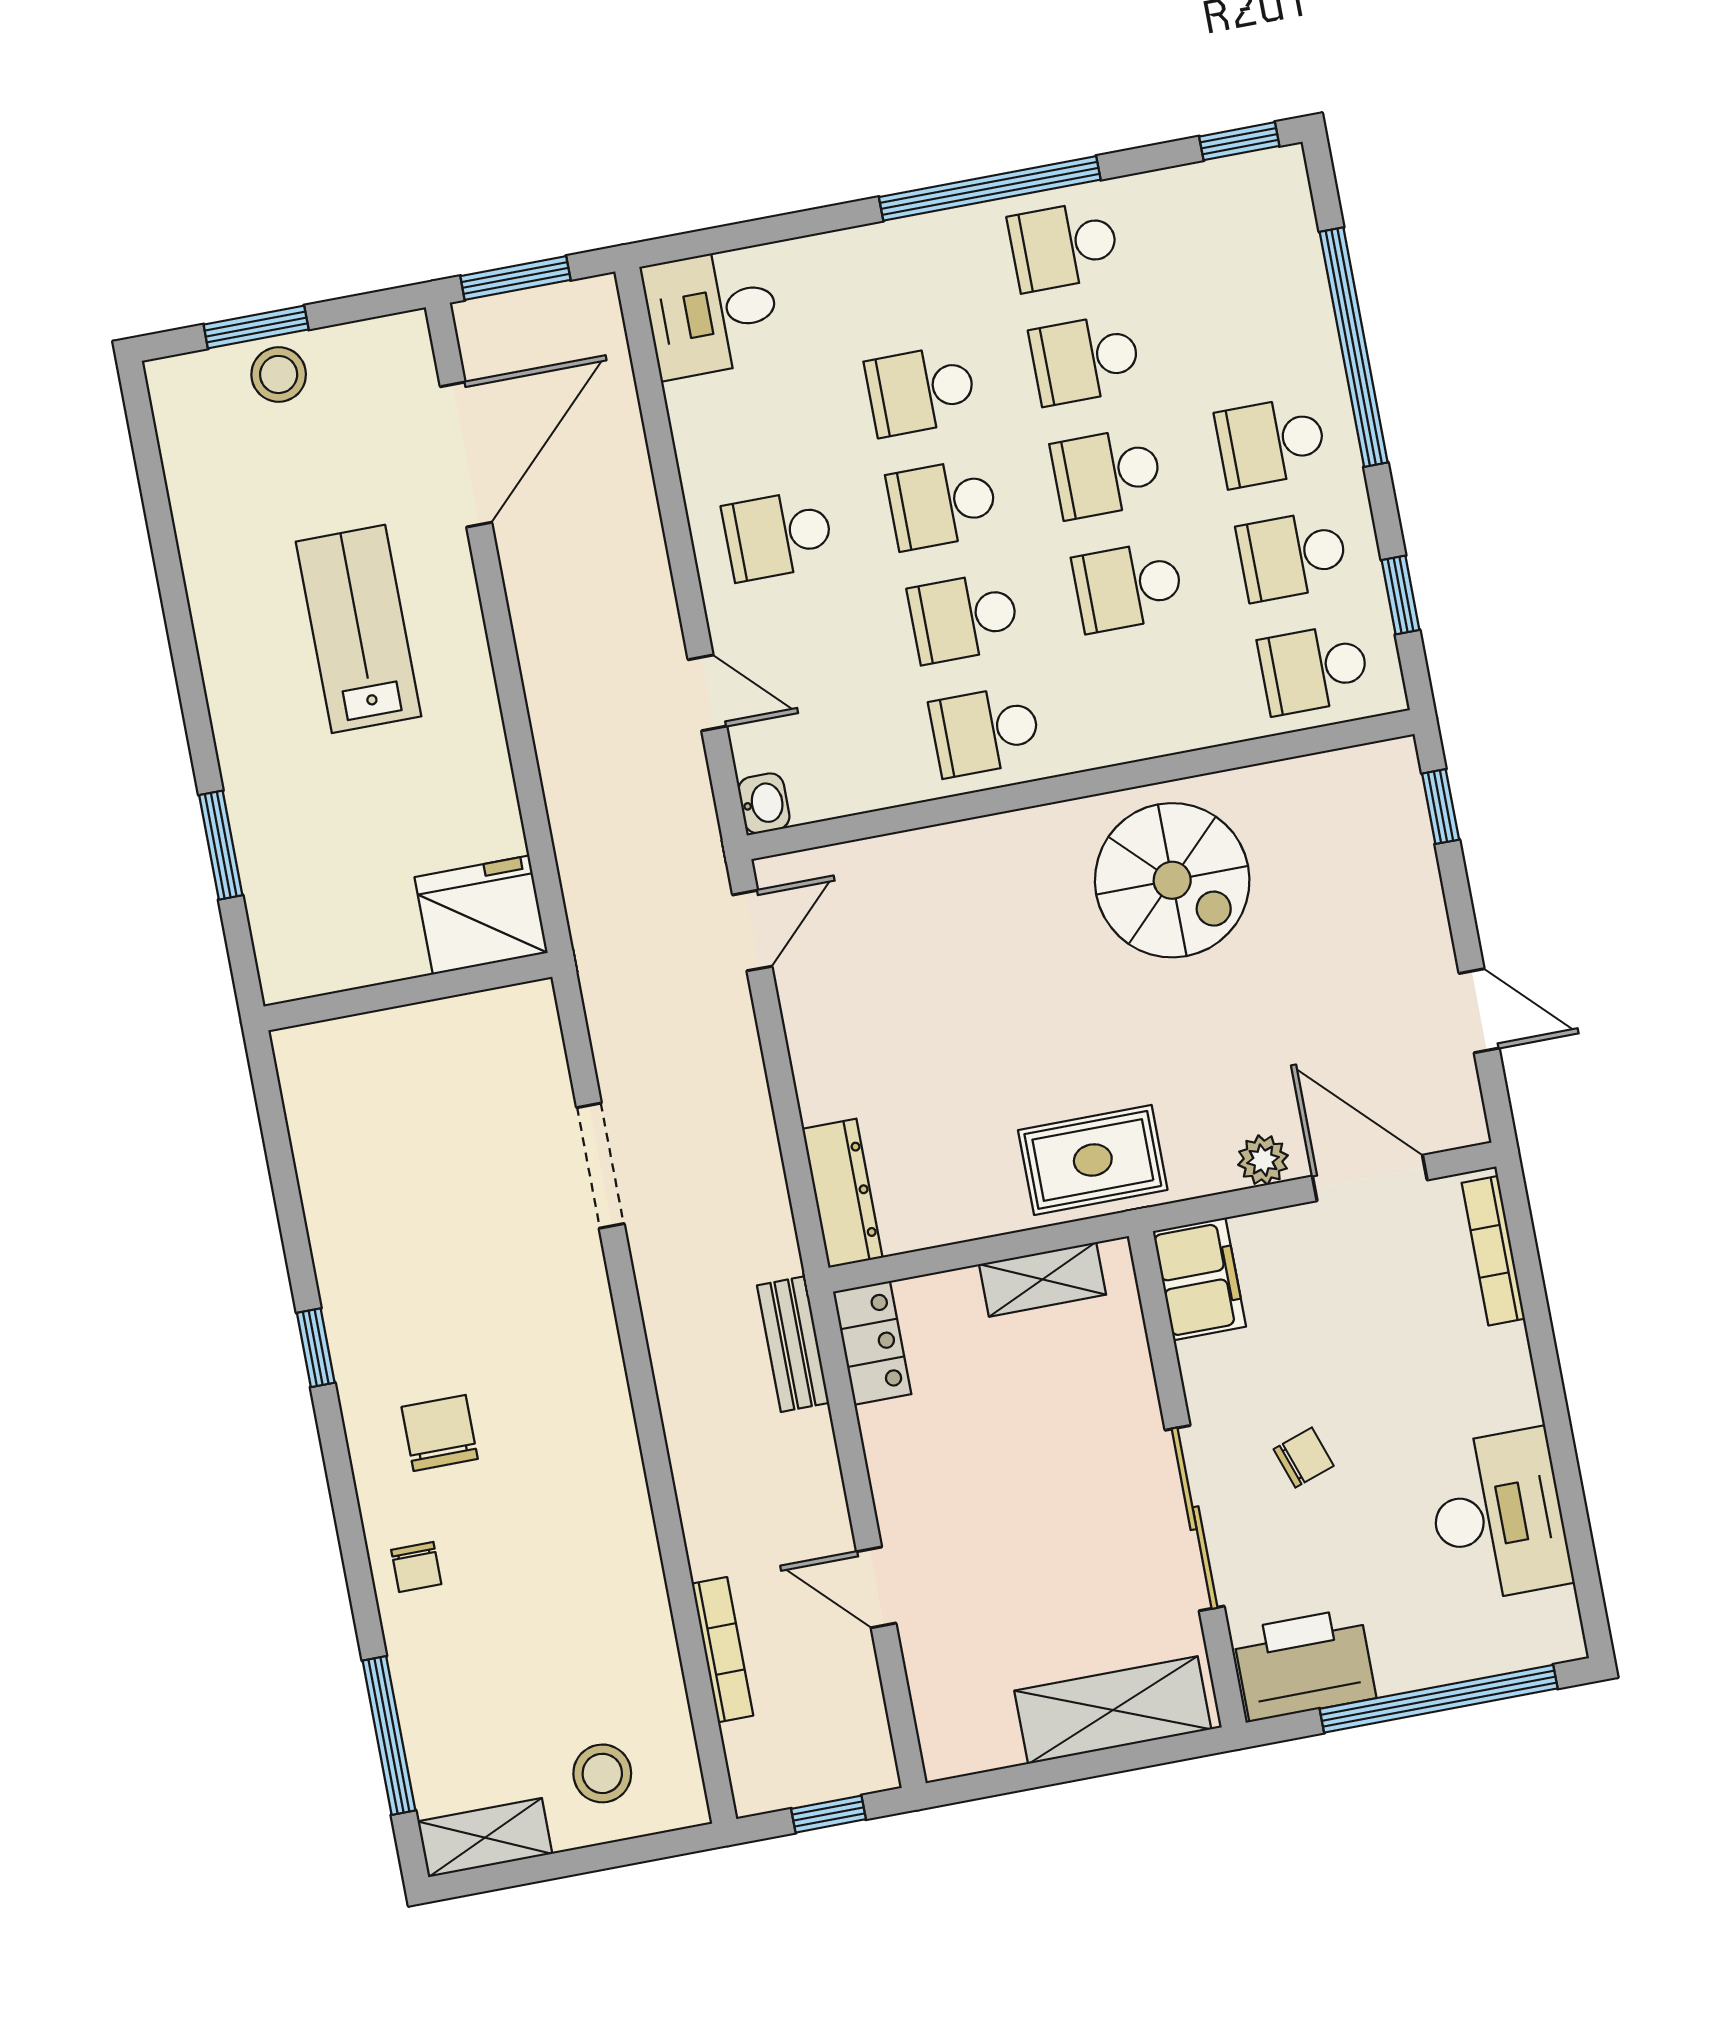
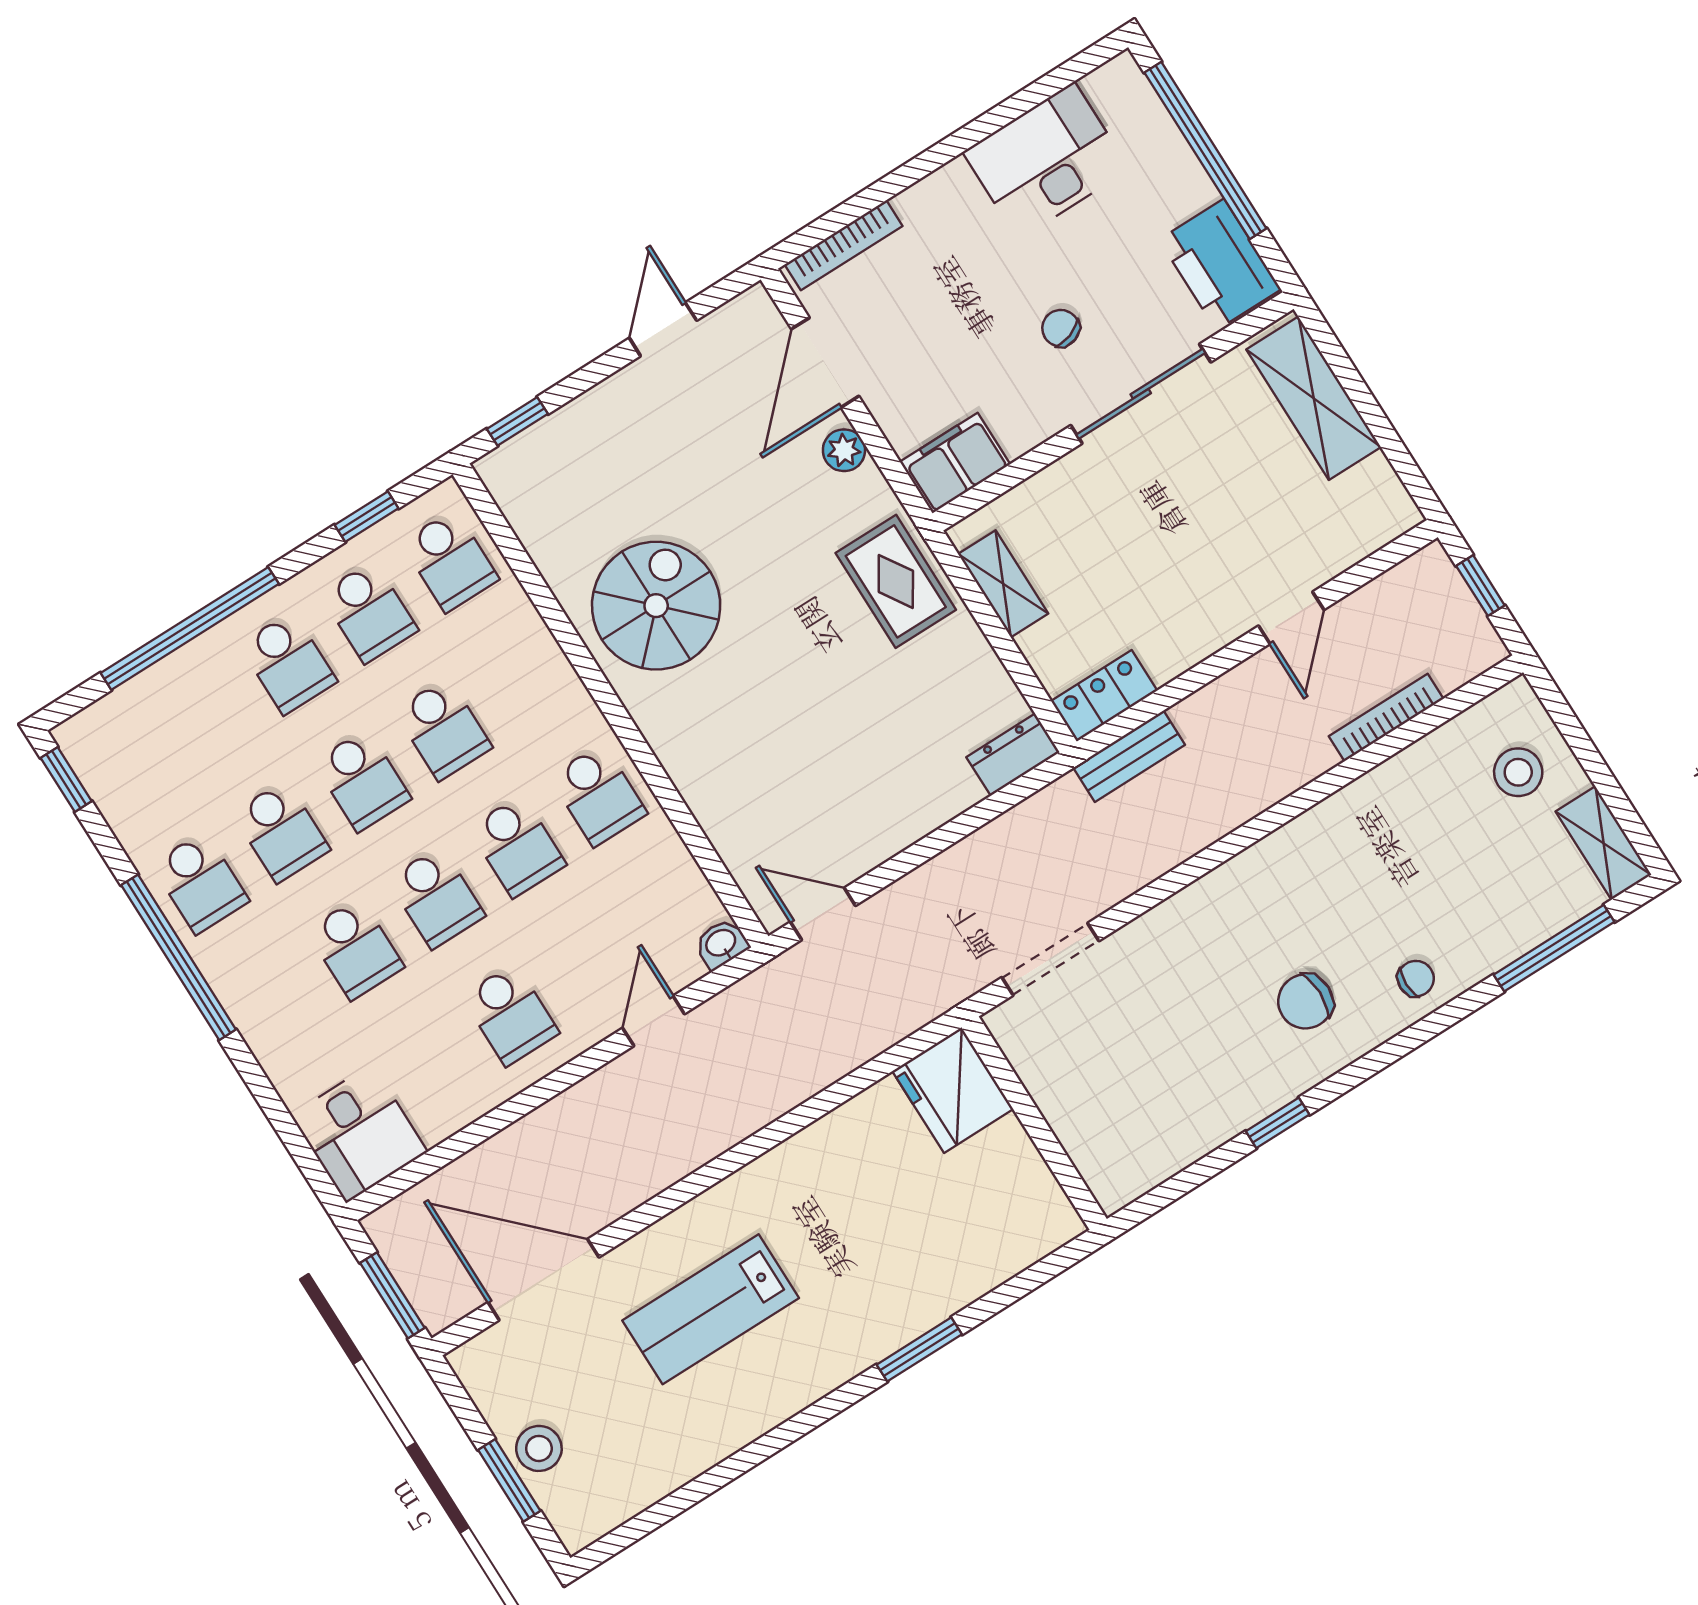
fridge: (481, 915) -> (953, 1090), moved
wall: (408, 992) -> (1034, 1123), moved
dresser: (842, 1193) -> (1013, 755), width x0.70

